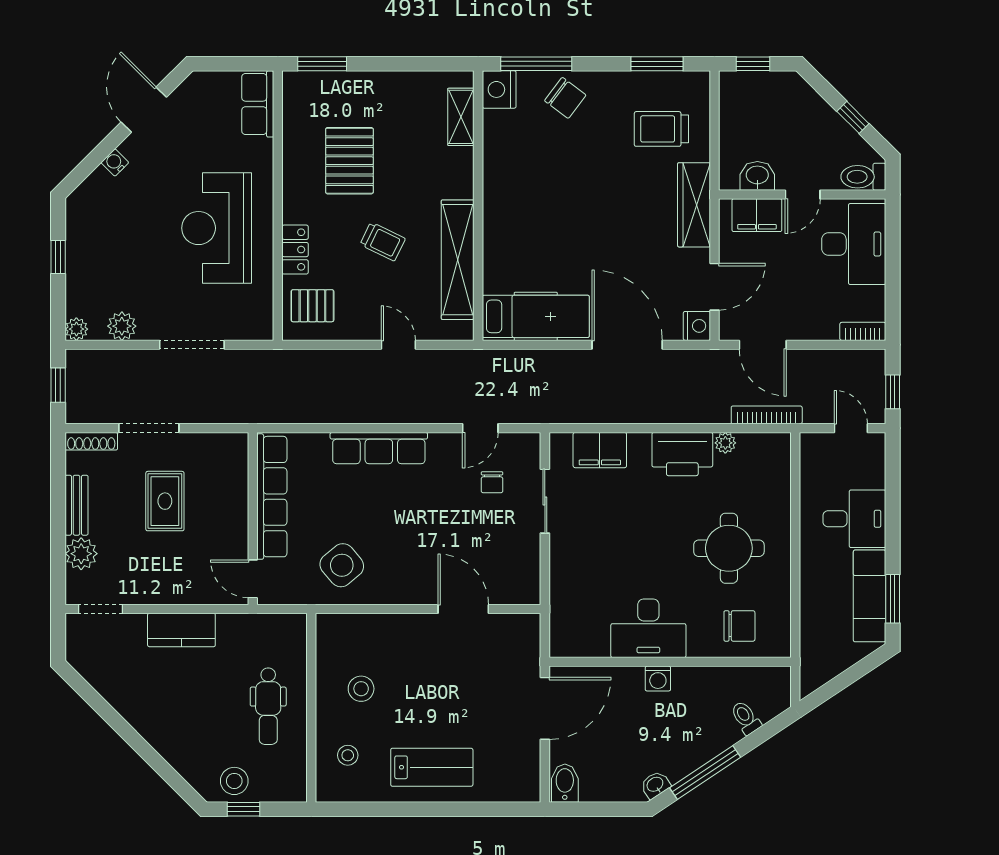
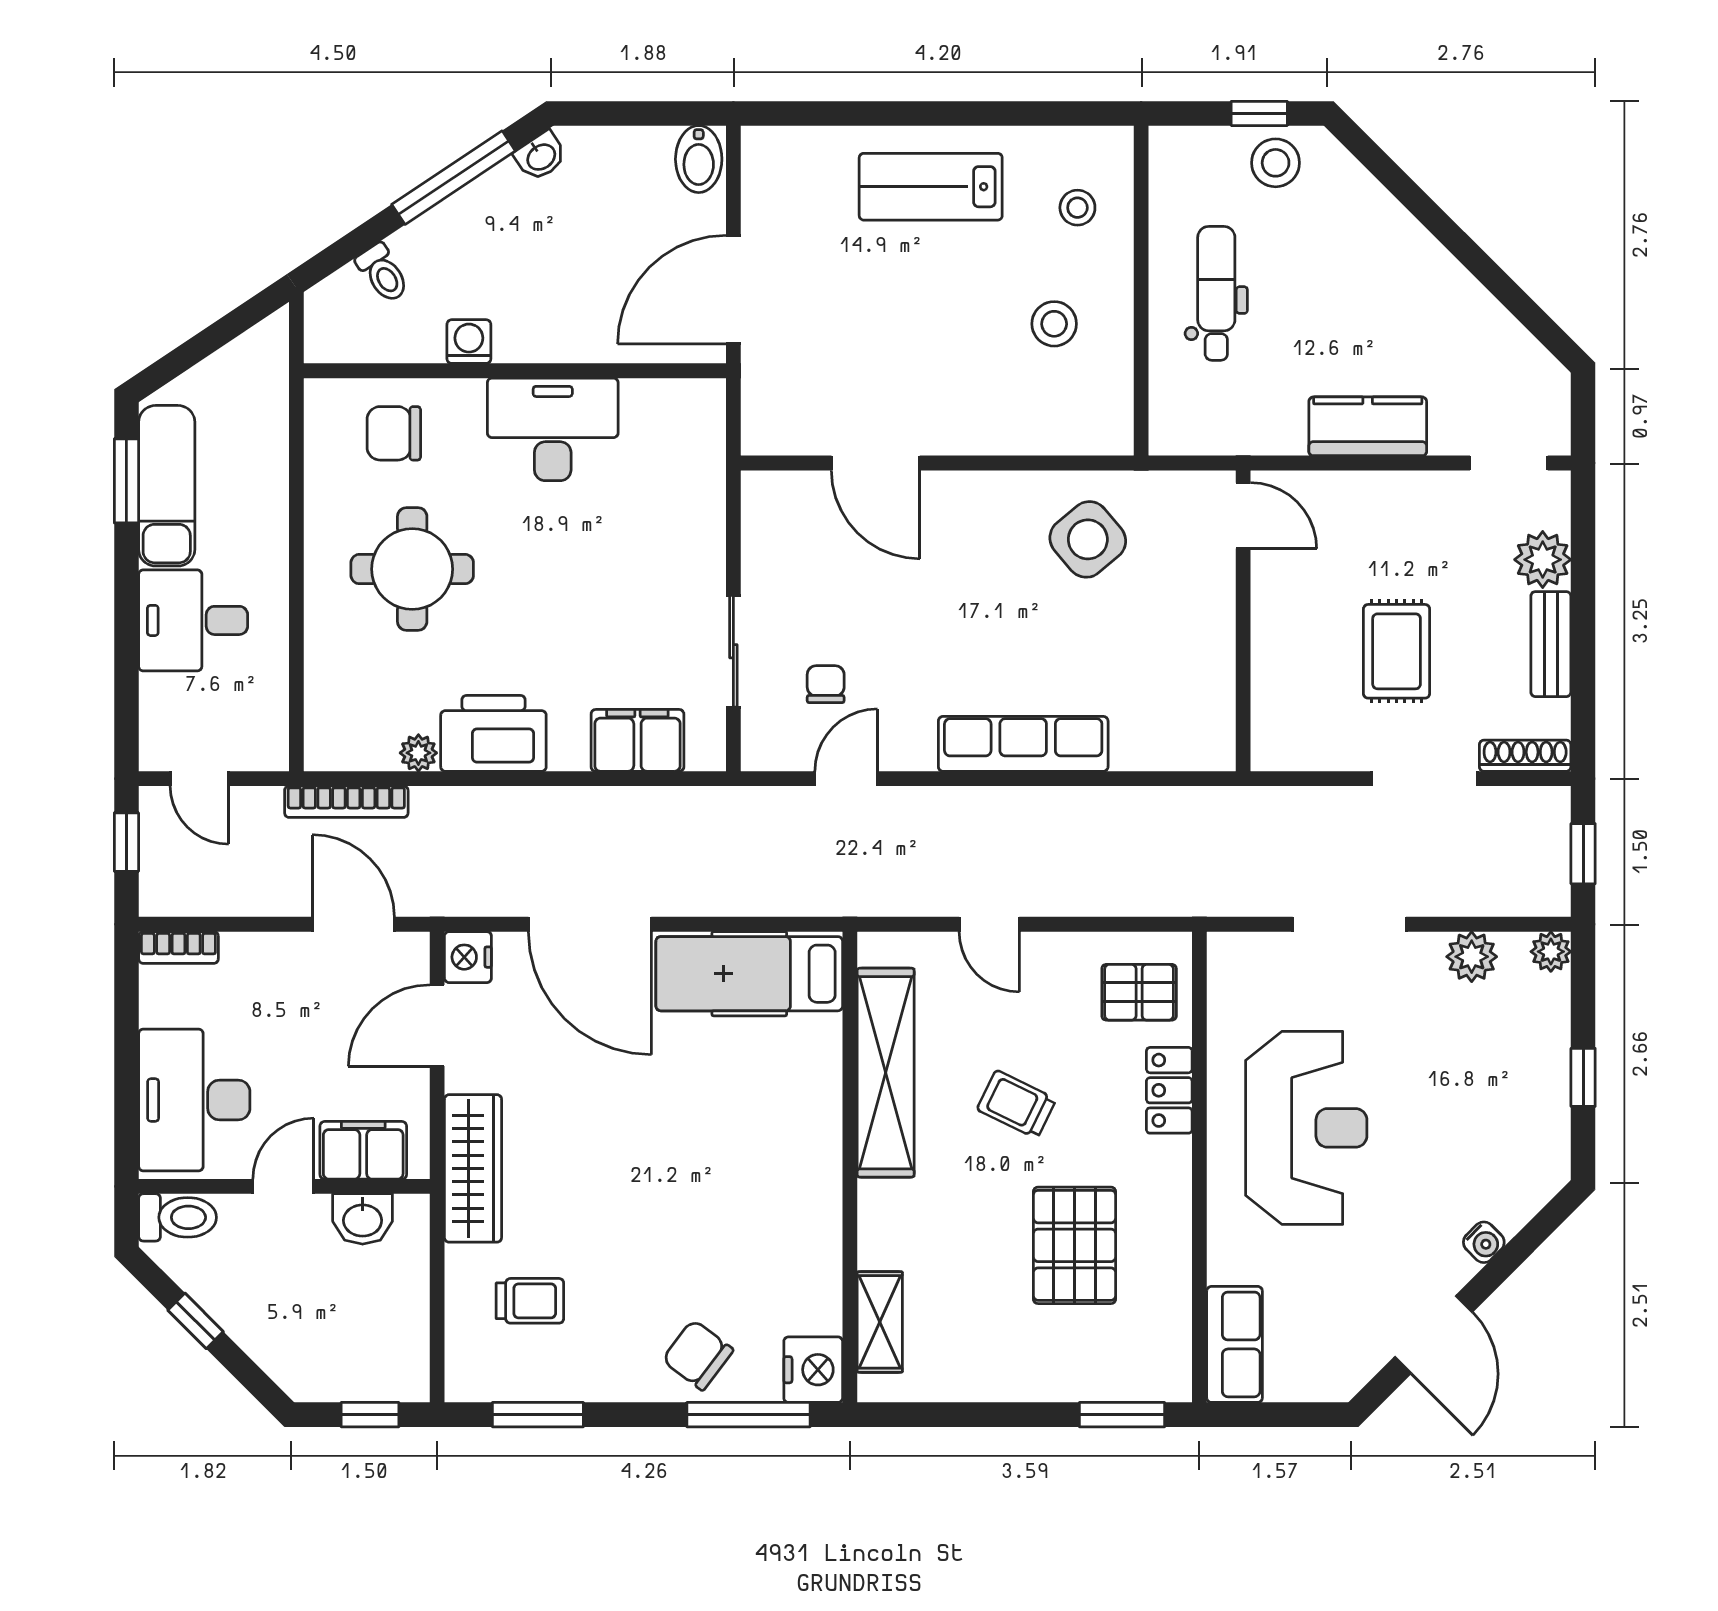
trolley: (661, 129) -> (530, 1301), width x0.73, depth x0.72
row of seats: (272, 497) -> (1210, 659), removed
washing machine: (658, 679) -> (469, 342), moved

